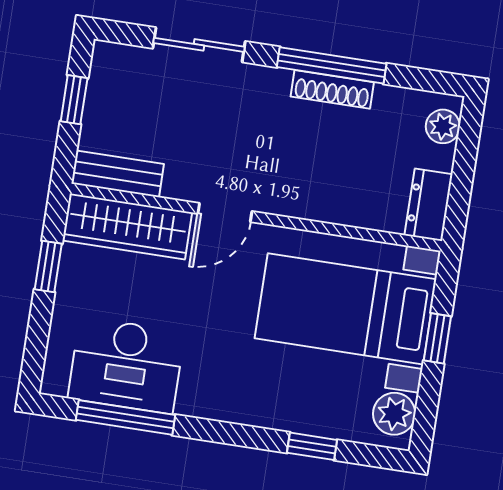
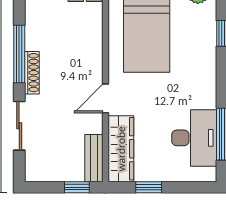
shoe rack: (332, 89) -> (32, 73), moved
window: (74, 100) -> (77, 187), moved
door: (225, 212) -> (106, 98), swing flipped

